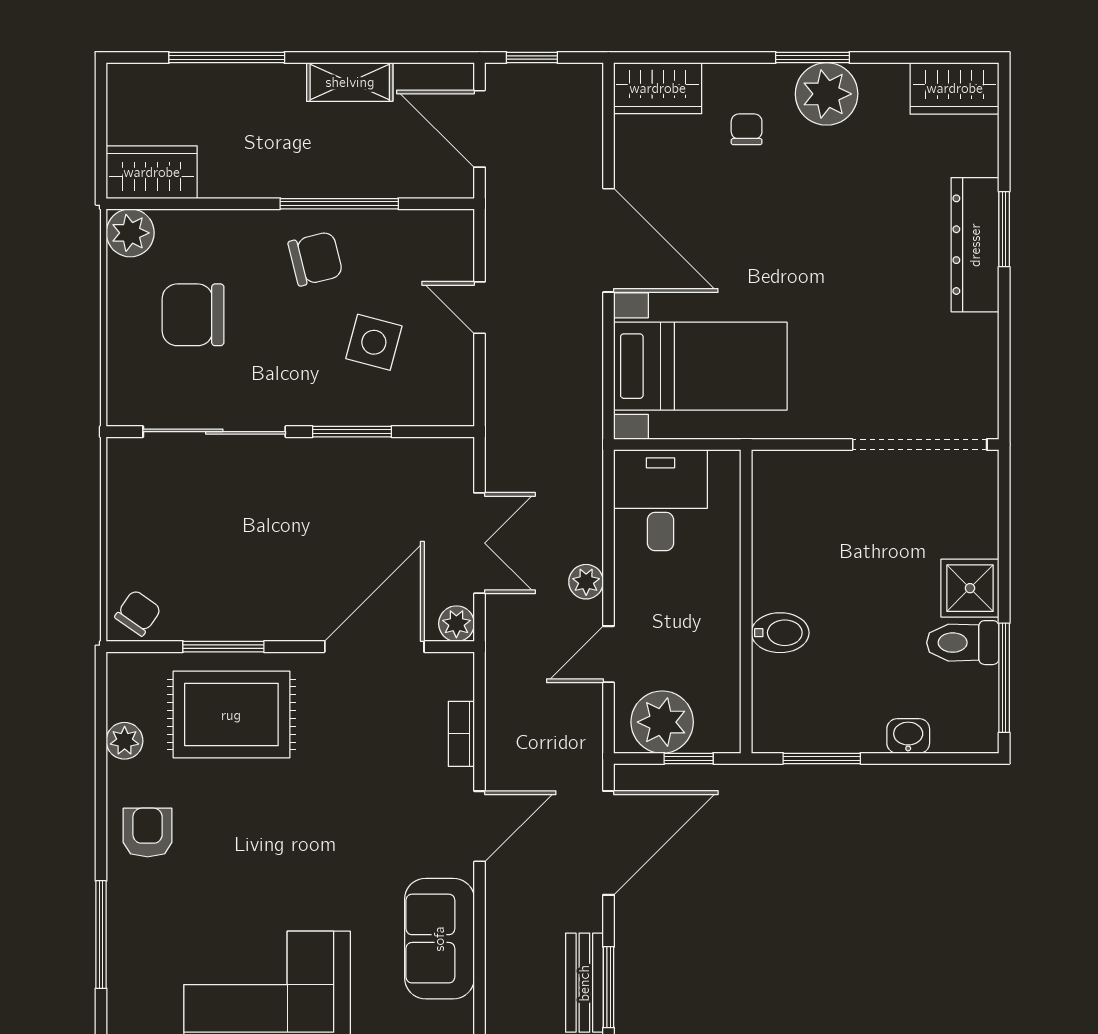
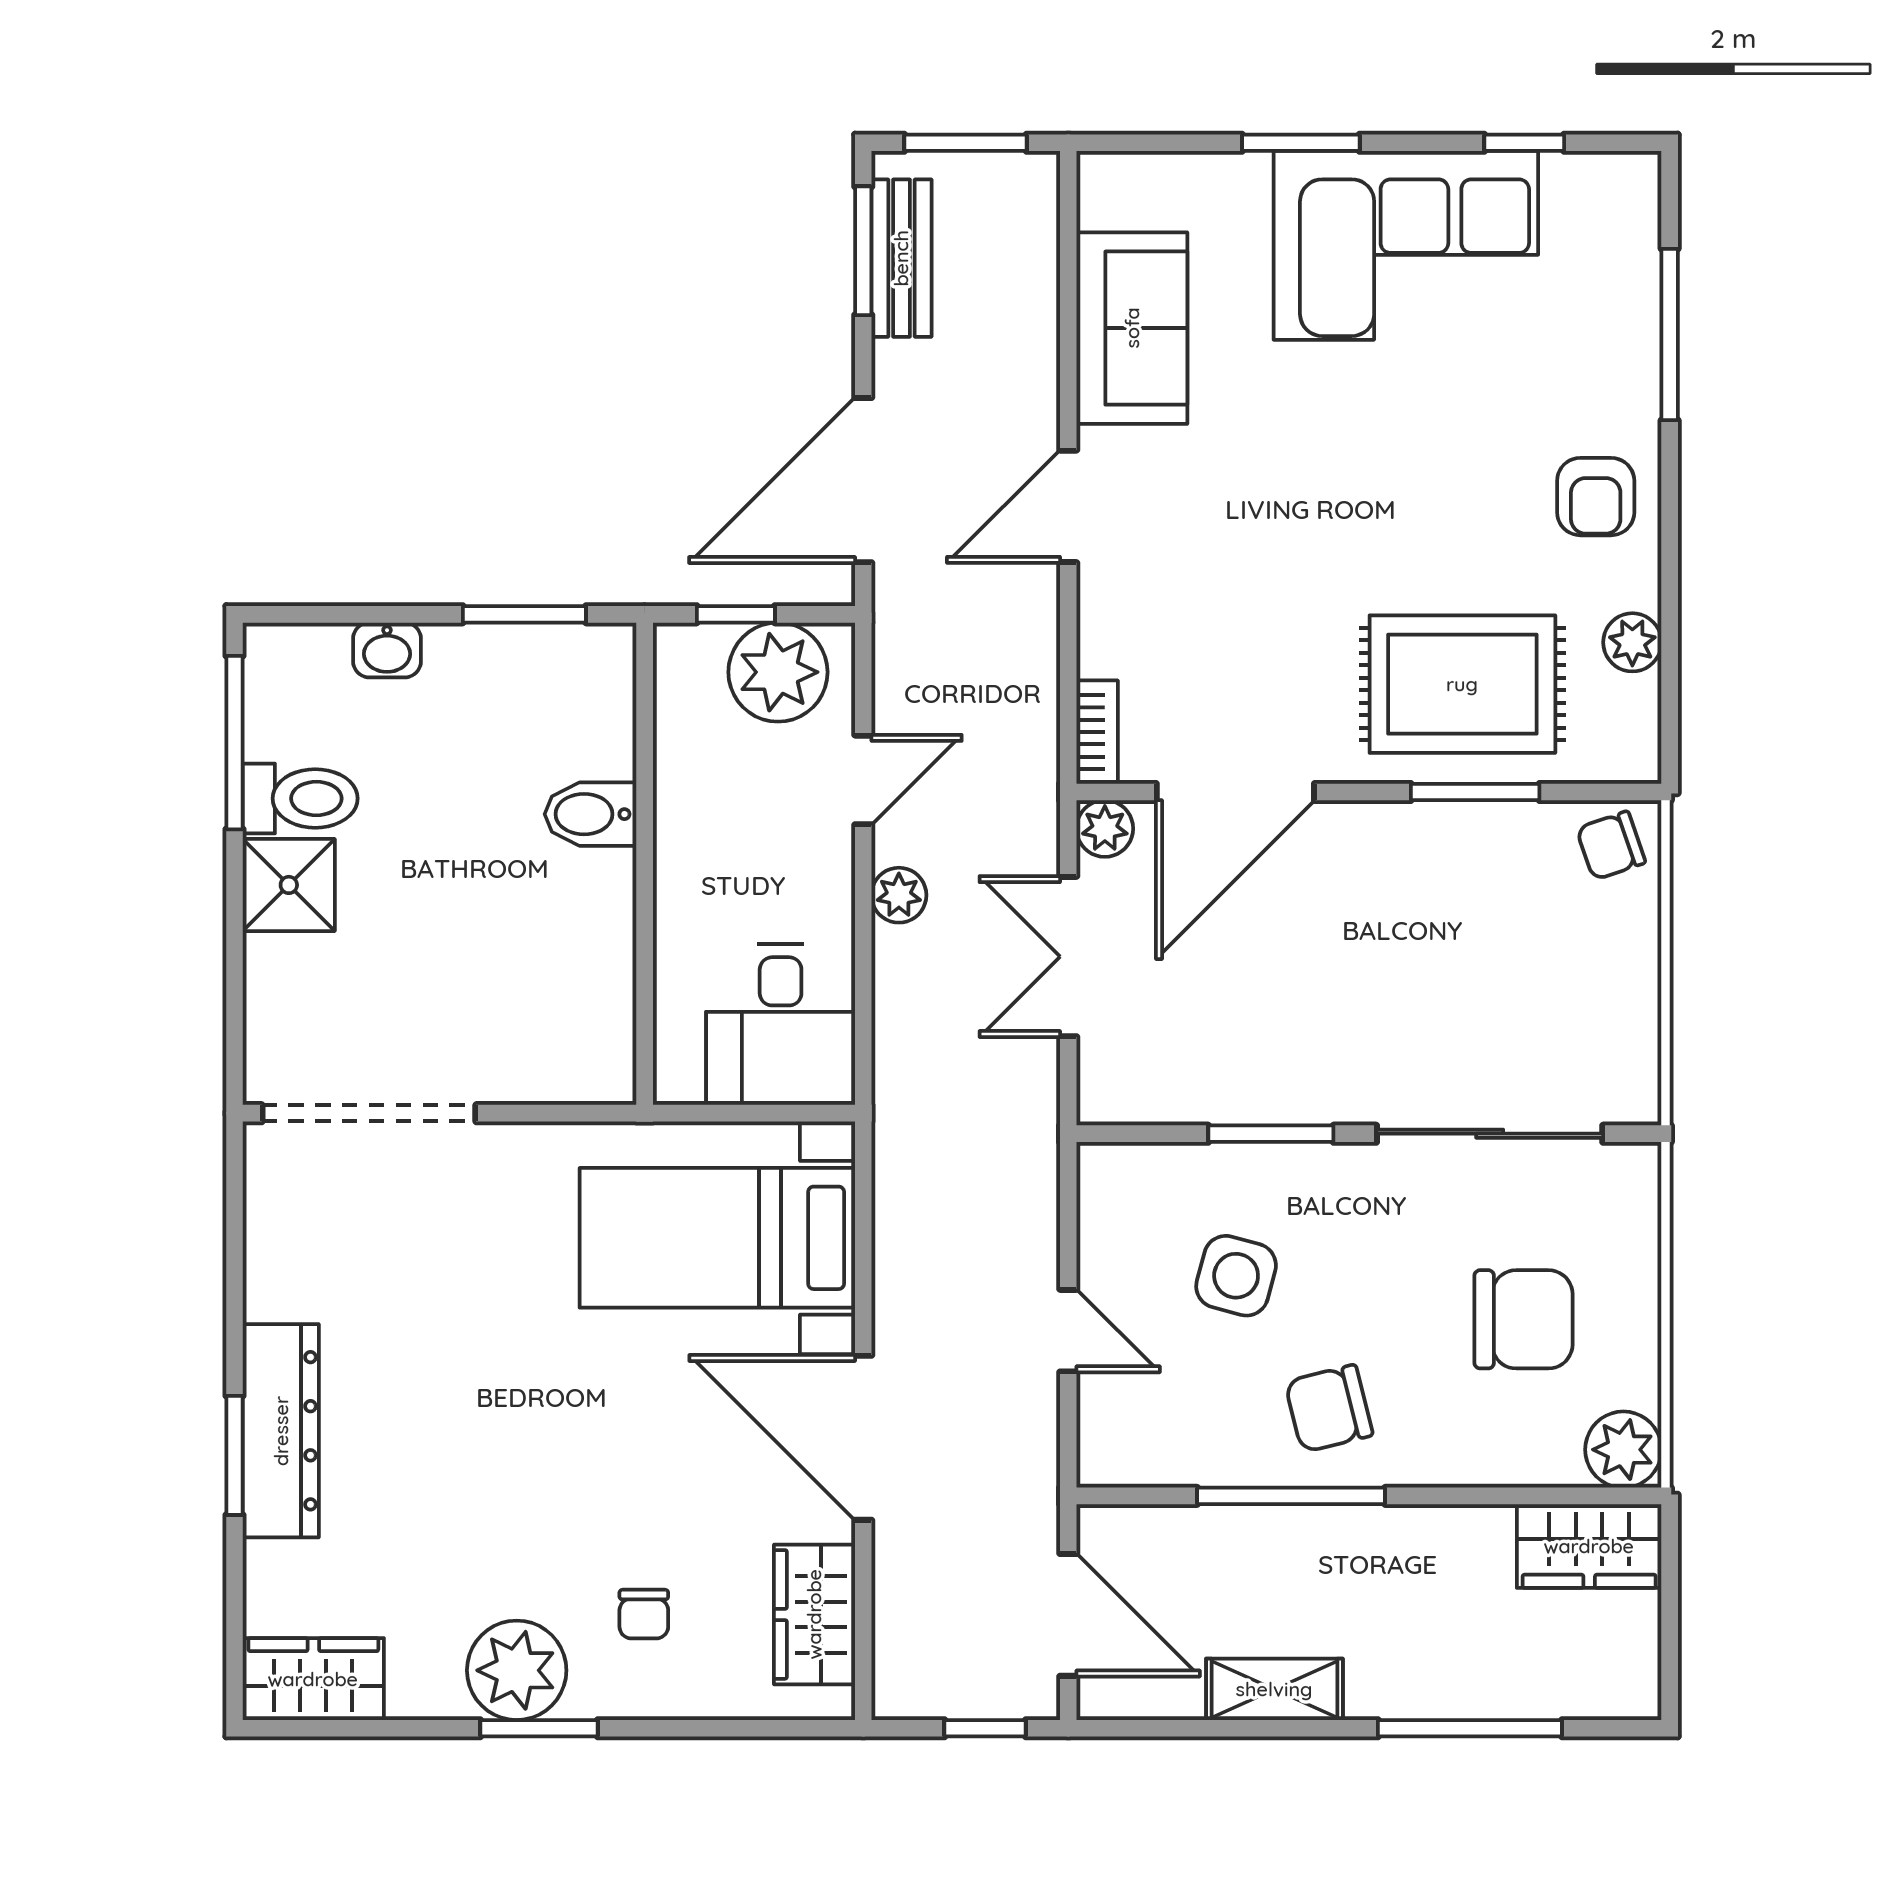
wardrobe: (658, 88) -> (814, 1614), moved, turned -90
chair: (138, 613) -> (1611, 846), turned 36
bookcase: (461, 734) -> (1097, 732), moved

